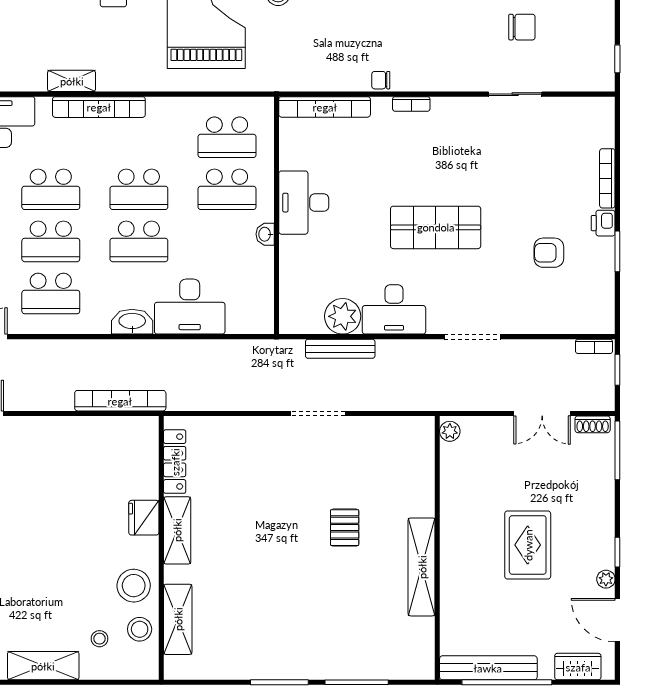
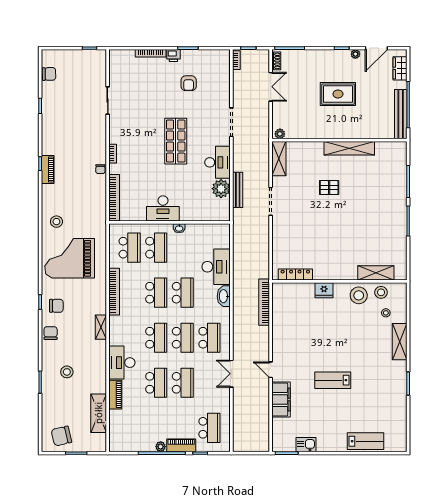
chair: (522, 27) -> (73, 97), removed
bookcase: (99, 107) -> (114, 292), moved
shelving: (177, 530) -> (279, 159), moved, turned 90

